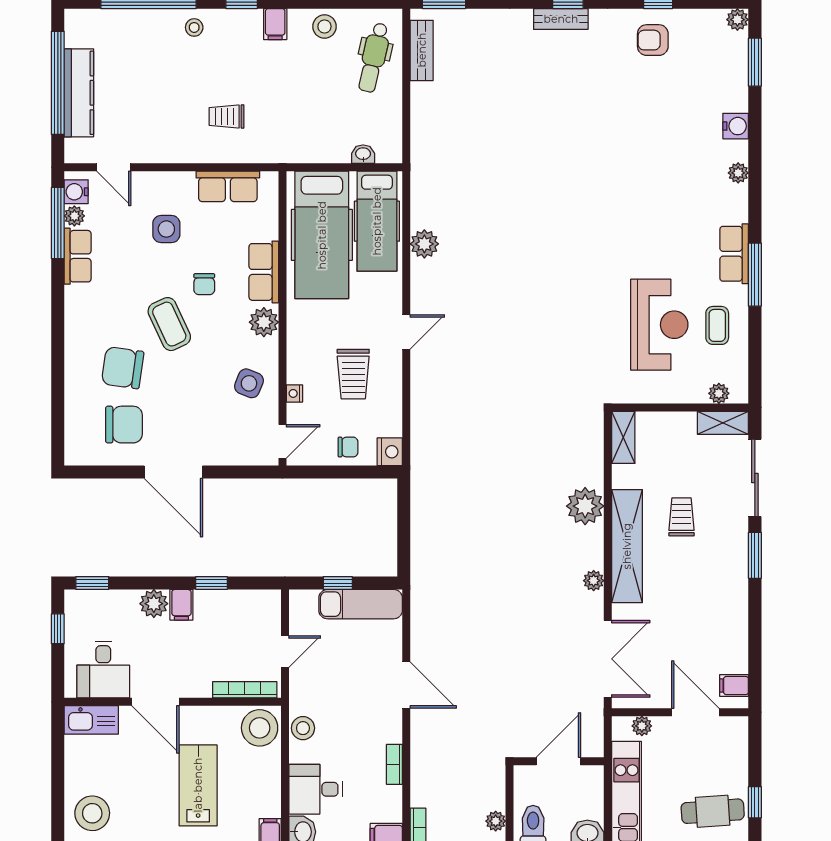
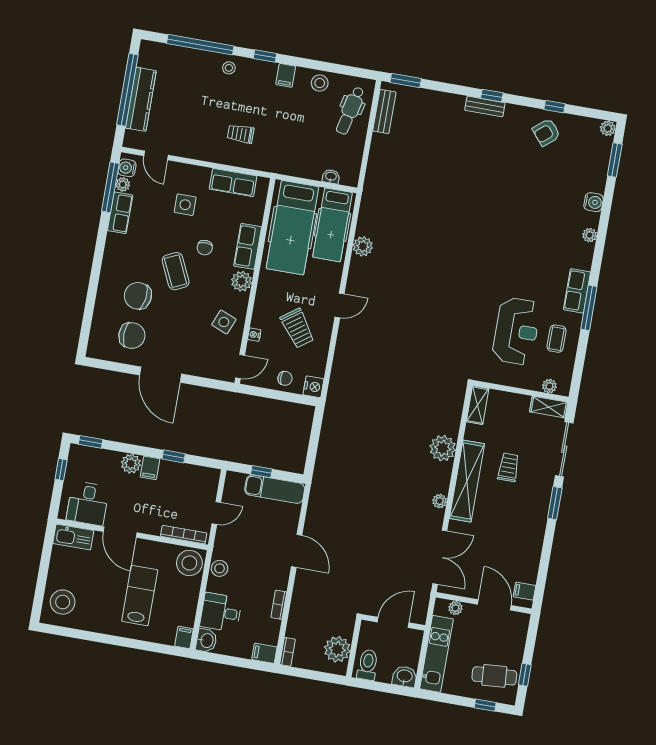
armchair: (653, 40) -> (546, 132), turned -40
trolley: (353, 374) -> (297, 328), turned -36
plant: (496, 821) -> (337, 649), width x1.88, depth x1.88

